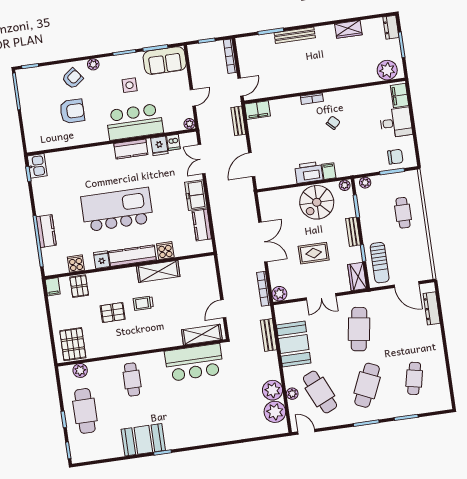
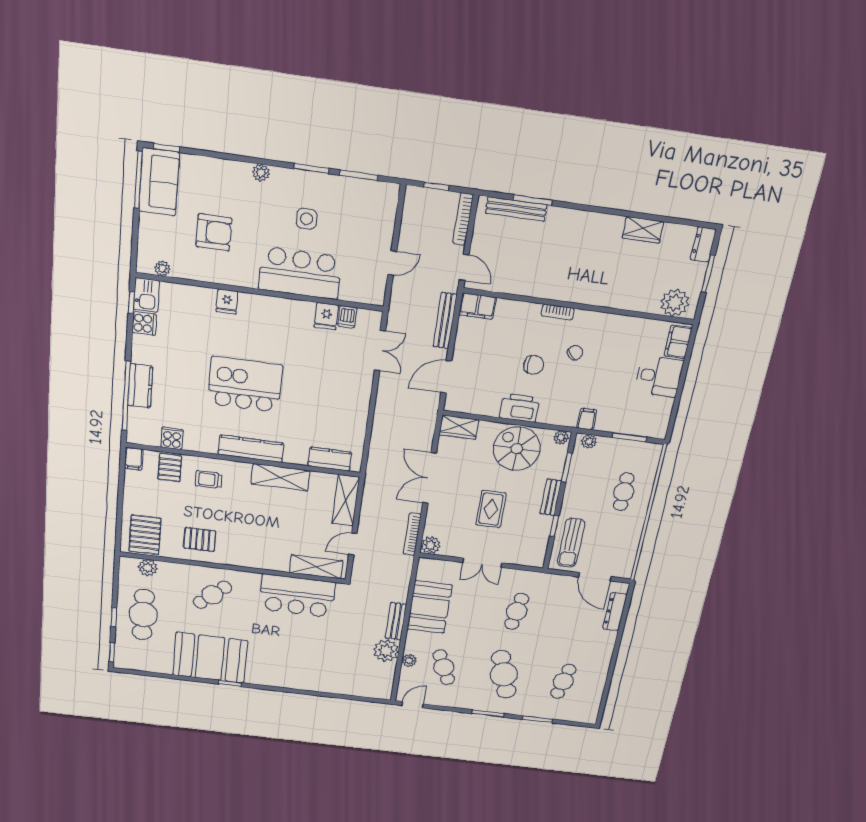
bench: (295, 35) -> (516, 209), moved
sofa: (165, 61) -> (159, 182), moved, turned -90
armchair: (73, 78) -> (226, 185), removed
door: (241, 87) -> (464, 267), hinge flipped
bench: (238, 121) -> (445, 320), width x1.36
plant: (189, 124) -> (162, 268), moved
kitchen counter: (131, 149) -> (285, 309), removed
chair: (395, 157) -> (534, 365), moved
double door: (202, 159) -> (380, 351), swing flipped
filing cabinet: (329, 171) -> (587, 419), moved
freezer: (196, 195) -> (358, 395), removed
spiral stairs: (317, 202) -> (517, 449), turned 90
kitchen island: (117, 210) -> (245, 385), width x0.73
kitchen counter: (202, 225) -> (330, 459), moved, turned 90
double door: (263, 242) -> (430, 478), swing flipped
cooker: (165, 251) -> (144, 323), moved, turned 90
rug: (314, 253) -> (491, 509), turned 90
fridge: (102, 260) -> (227, 301), moved, turned 180
shelving: (209, 276) -> (346, 500), added
wardrobe: (357, 277) -> (459, 427), moved, turned -90
trolley: (143, 303) -> (209, 480), moved
pallet: (113, 312) -> (200, 539), moved
cafe table: (359, 329) -> (517, 611), width x0.73, depth x0.74
bench: (269, 335) -> (396, 621), moved
cafe table: (132, 380) -> (212, 595), turned 48
cafe table: (367, 385) -> (504, 674), turned -42
cafe table: (320, 392) -> (444, 667), width x0.73, depth x0.74
plant: (275, 412) -> (381, 675), removed
door: (306, 432) -> (413, 705), hinge flipped
booth: (143, 440) -> (210, 658), width x1.36, depth x1.42

